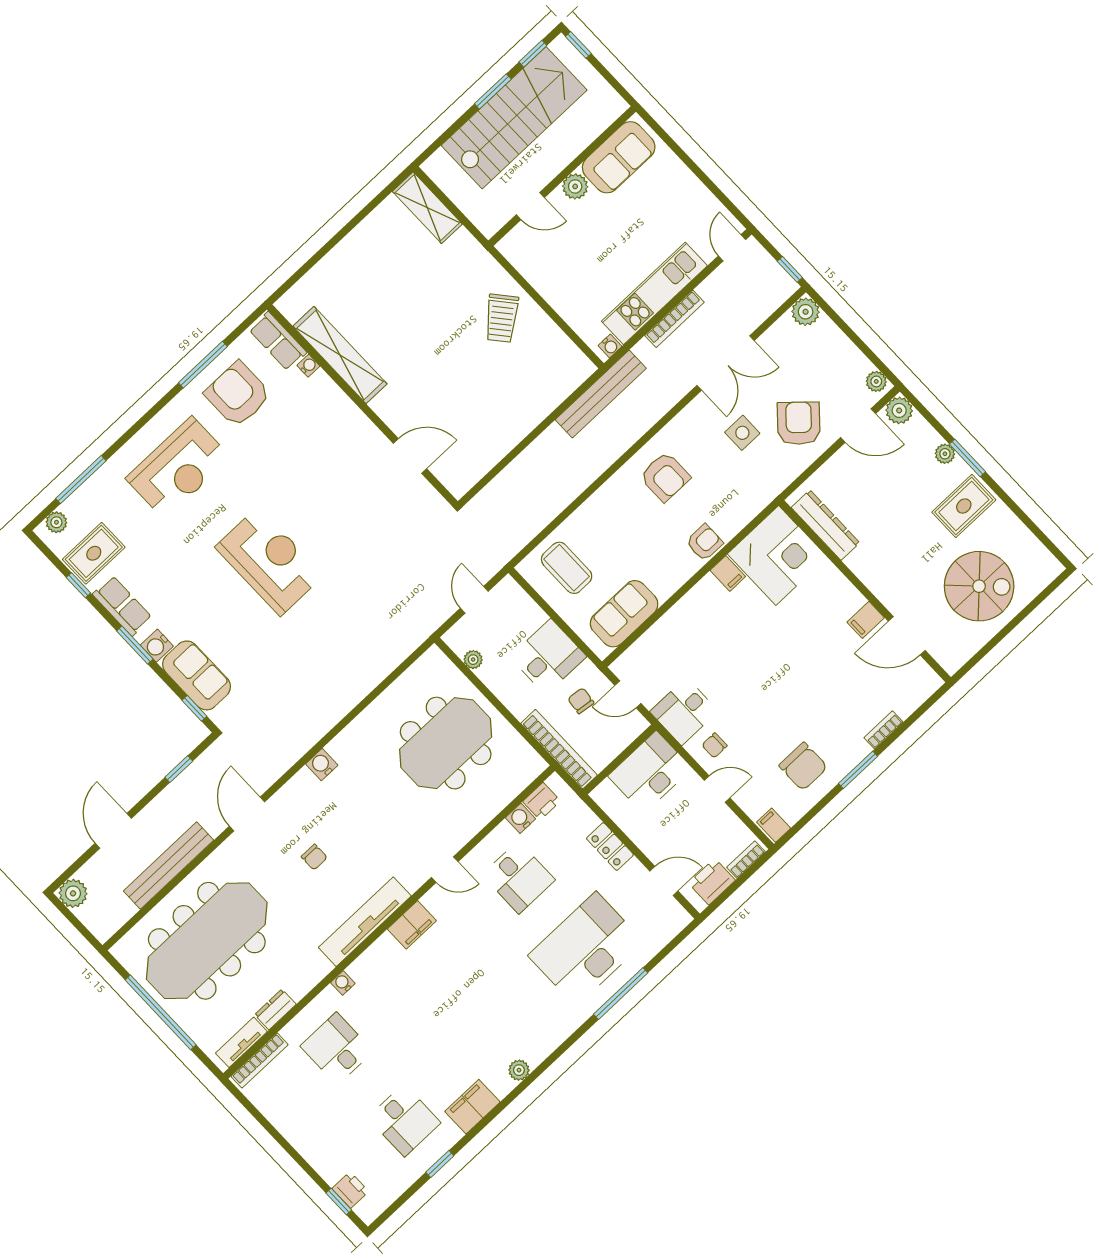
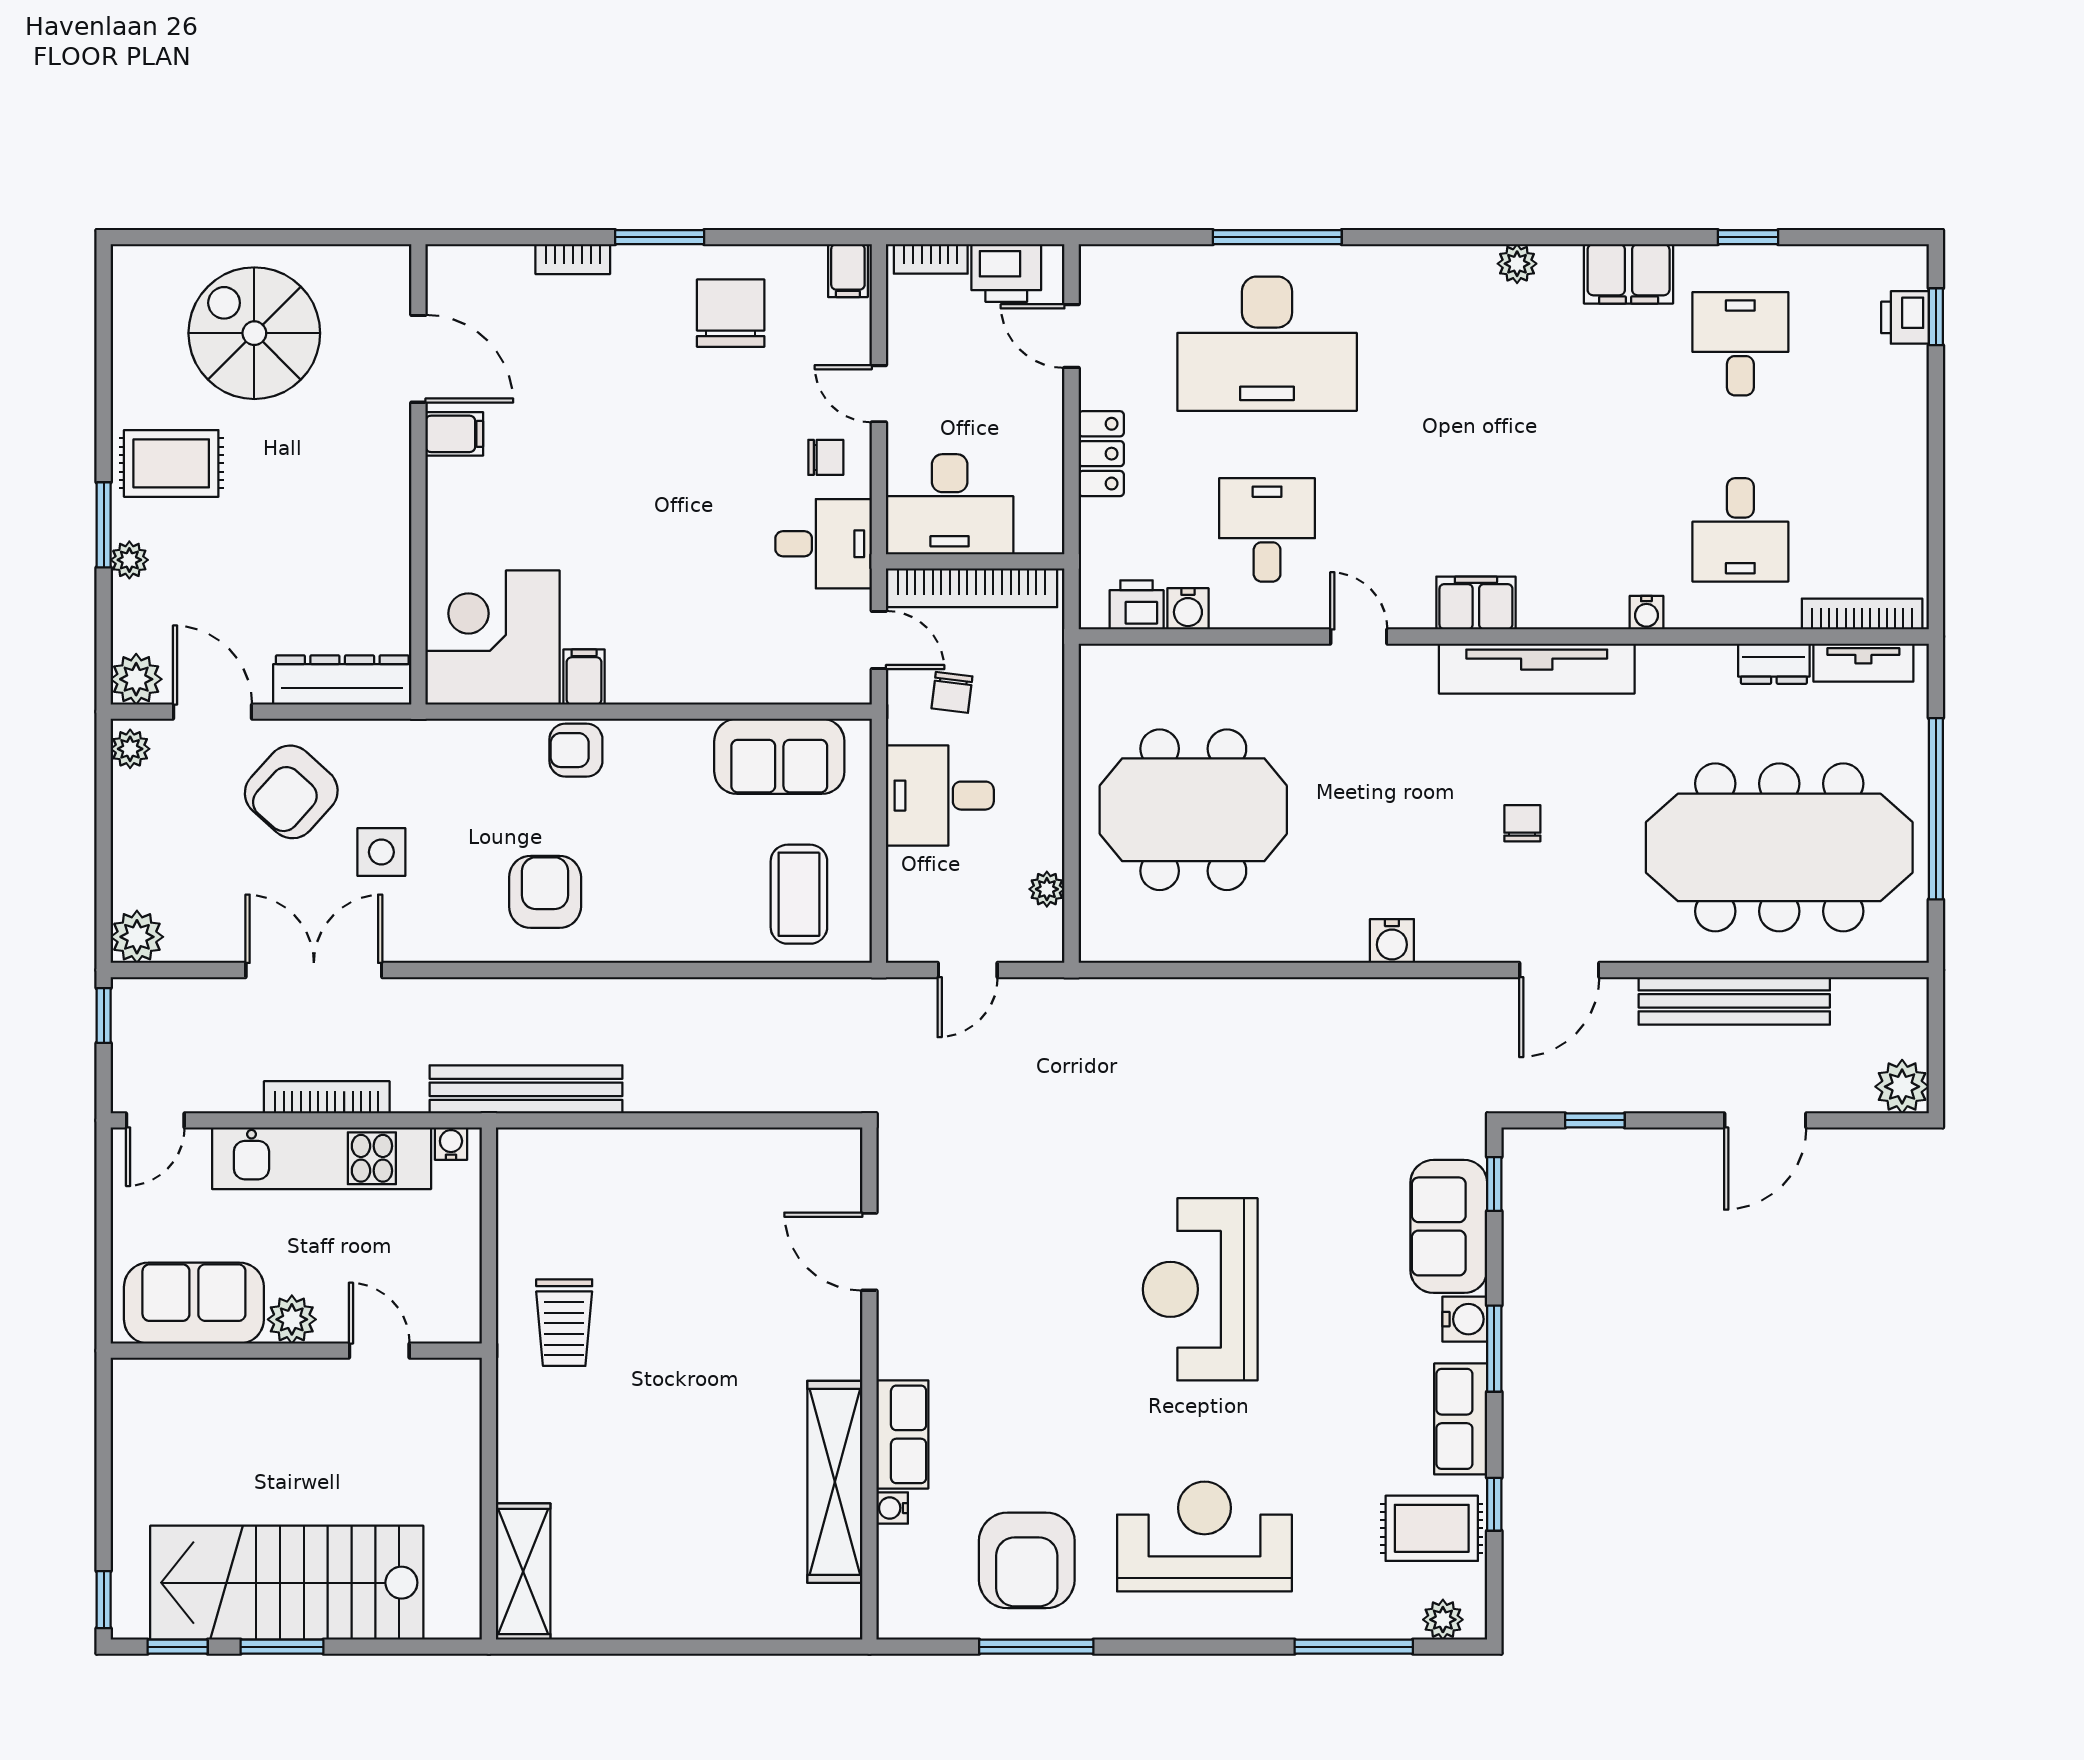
sofa: (619, 157) -> (194, 1303), moved
wall: (562, 176) -> (296, 1351), moved
plant: (575, 186) -> (292, 1319), moved
door: (530, 206) -> (379, 1351), moved
trolley: (502, 318) -> (564, 1323), turned 130
row of seats: (278, 341) -> (902, 1434), moved
dresser: (825, 525) -> (342, 680), moved, turned 90
bookcase: (559, 749) -> (972, 588), moved, turned -90

